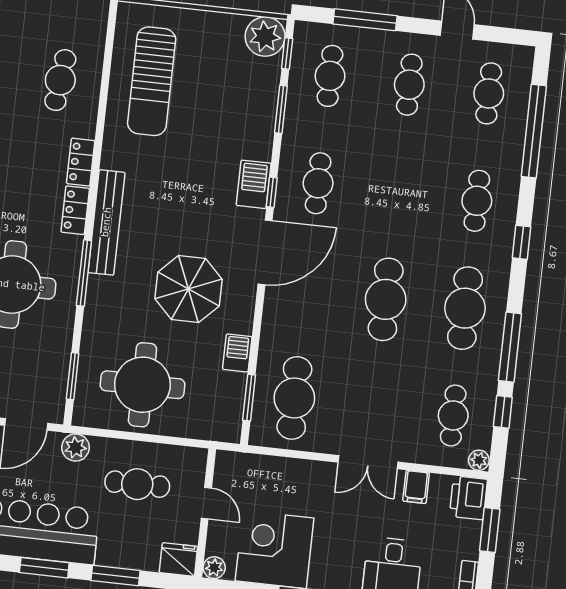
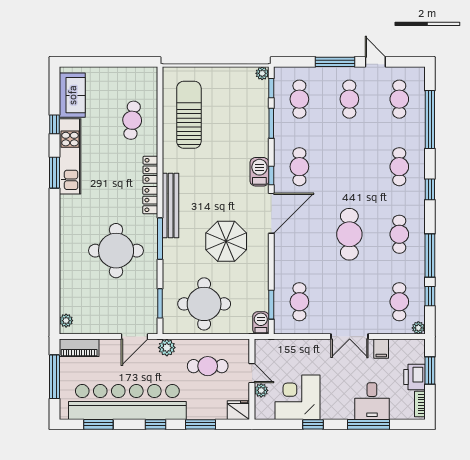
window: (365, 20) -> (335, 62), moved
plant: (265, 37) -> (262, 73), width x0.53, depth x0.53
sun lounger: (152, 81) -> (189, 115), turned 180
cafe table: (465, 308) -> (399, 234), width x0.73, depth x0.74
barbecue: (237, 353) -> (261, 323), moved
cafe table: (294, 398) -> (299, 302), width x0.73, depth x0.74
printer: (468, 498) -> (414, 377), moved
window: (44, 568) -> (156, 424), width x0.67
plant: (214, 568) -> (261, 390), moved

